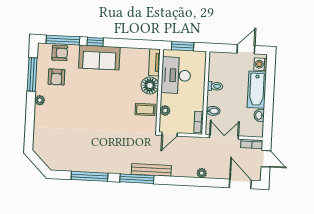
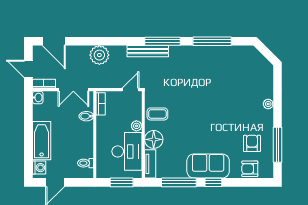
window: (63, 40) -> (179, 182), moved
toilet: (215, 86) -> (86, 163), moved
plant: (40, 100) -> (268, 104), moved
plant: (165, 111) -> (136, 126), moved
washbasin: (259, 115) -> (38, 97), moved
plant: (202, 173) -> (99, 55), width x1.87, depth x1.87

